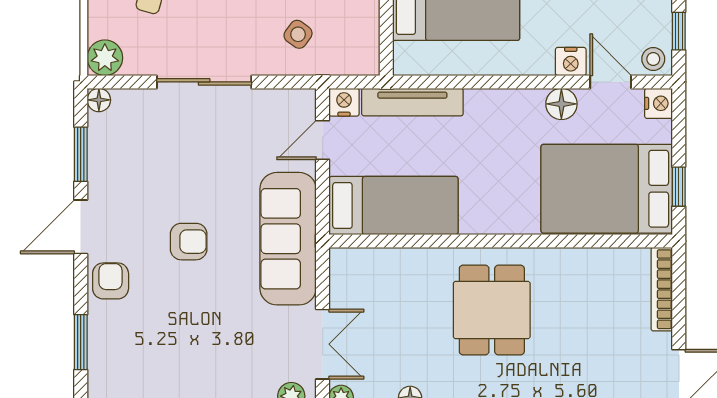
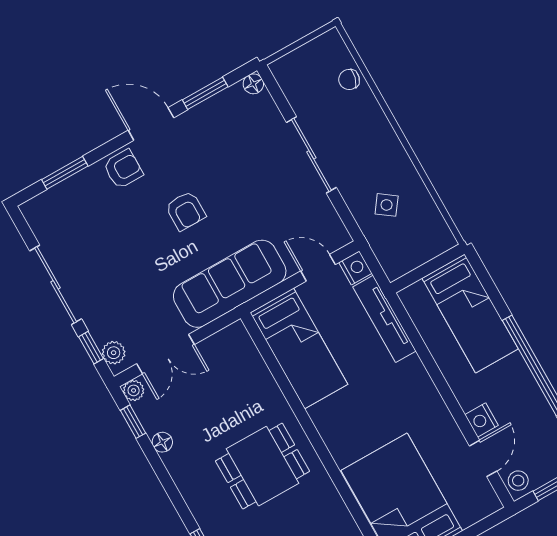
plant: (105, 58) -> (287, 71), removed
nightstand: (659, 103) -> (487, 503), removed
floor lamp: (561, 104) -> (446, 431), removed

